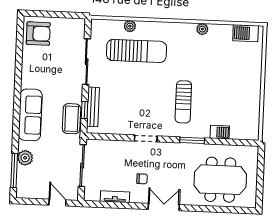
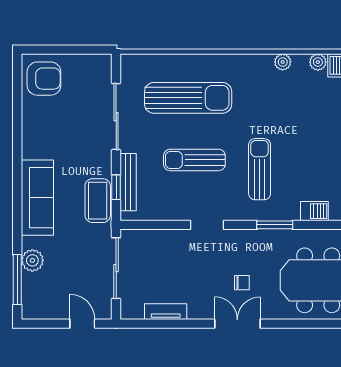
plant: (130, 26) -> (318, 62), moved
sun lounger: (139, 94) -> (194, 160), added
sun lounger: (183, 102) -> (260, 169), turned 180
chair: (142, 179) -> (242, 283), moved

